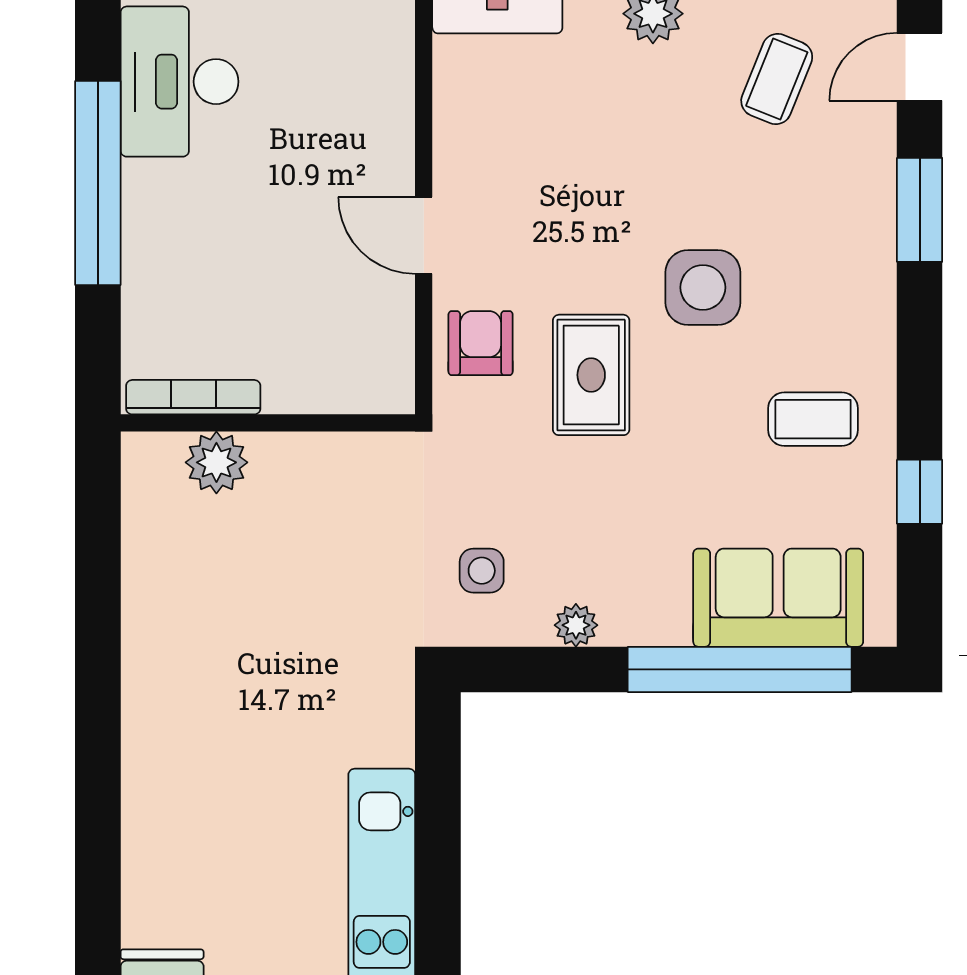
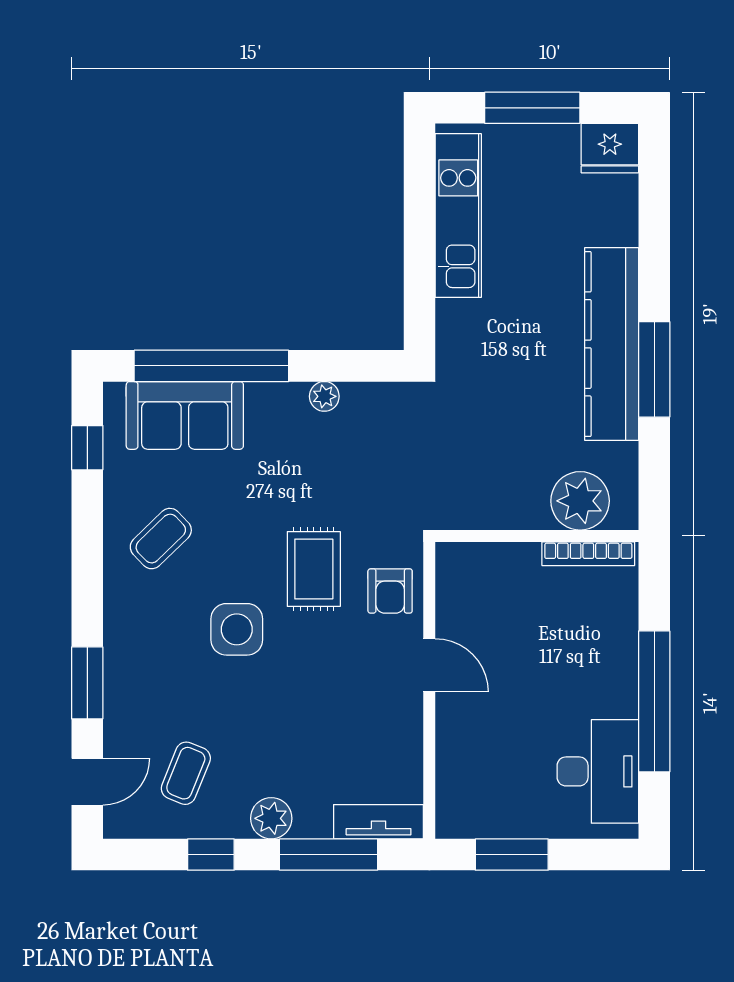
coffee table: (813, 419) -> (161, 539), turned -44
plant: (216, 462) -> (580, 501), width x1.36, depth x1.36
window: (920, 492) -> (87, 448), moved
side table: (482, 571) -> (389, 434), removed
window: (98, 664) -> (654, 369), added
kitchen counter: (160, 701) -> (612, 344), added

